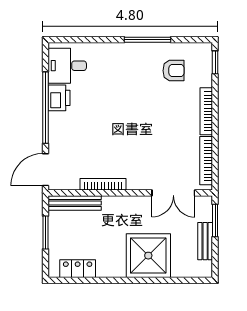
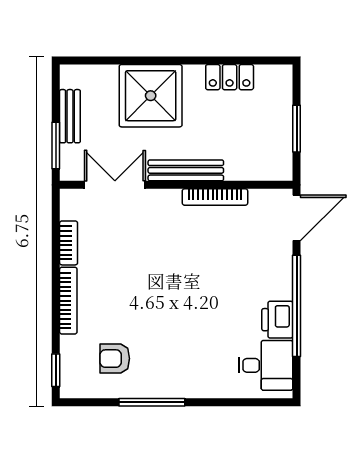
bookcase: (206, 161) -> (69, 243), width x0.64
bench: (75, 203) -> (186, 170), moved
locker: (78, 269) -> (230, 77), moved

